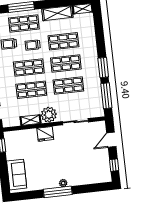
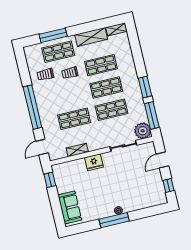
shop shelf: (29, 68) -> (69, 96), removed
plant: (49, 115) -> (143, 131), moved

